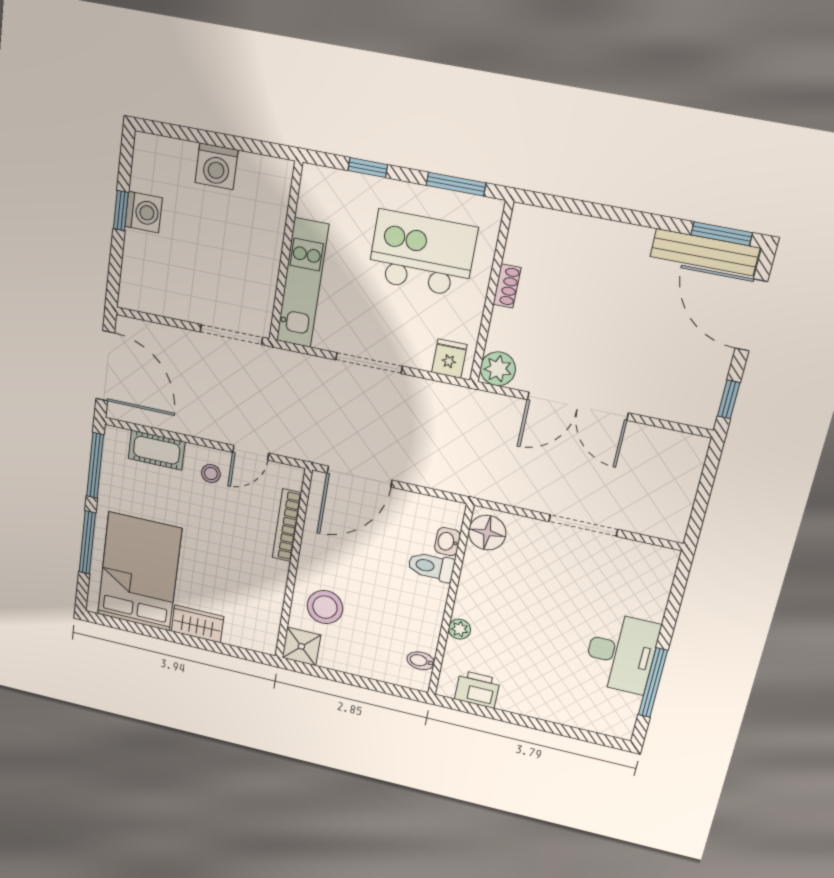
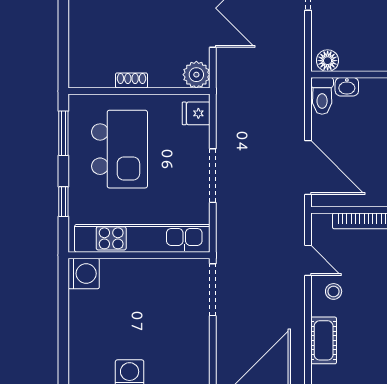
washing machine: (217, 166) -> (84, 274), moved
kitchen island: (422, 254) -> (120, 149), turned 180
kitchen unit: (302, 283) -> (142, 238), width x1.36
floor lamp: (487, 533) -> (328, 61), width x0.73, depth x0.73
toilet: (431, 567) -> (322, 96), moved

